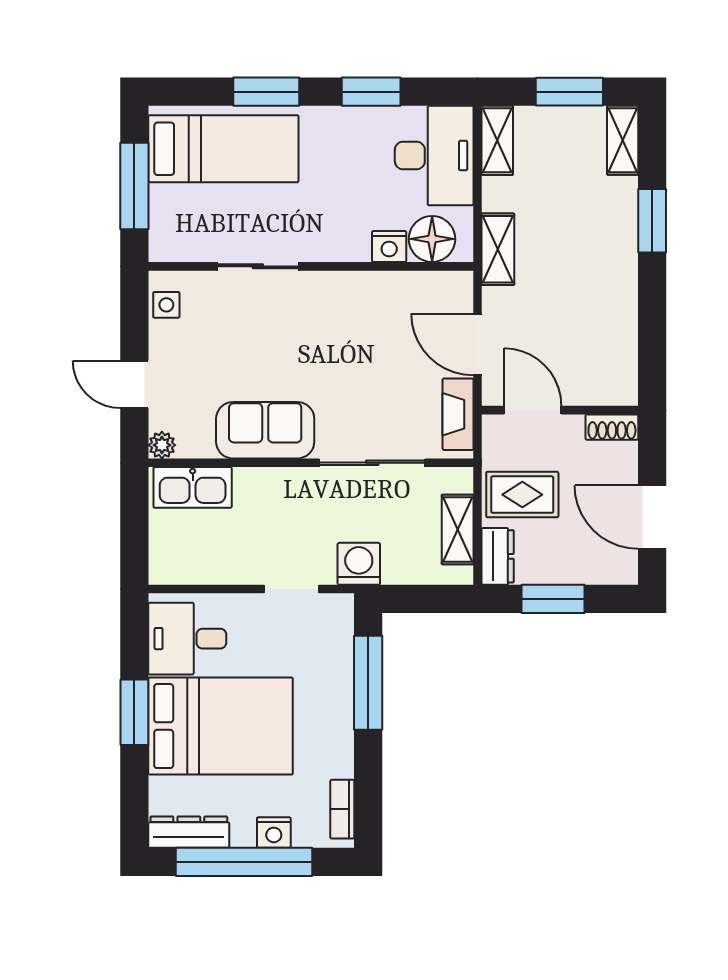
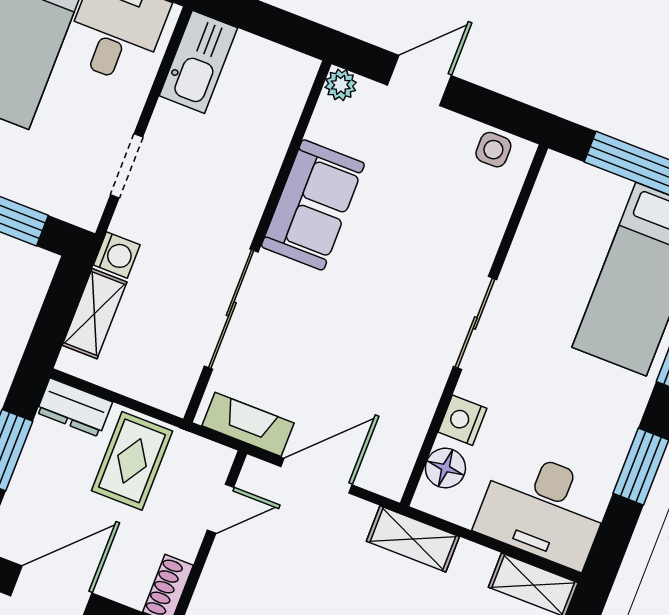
floor lamp: (432, 239) -> (445, 468), width x0.73, depth x0.73
sliding door: (258, 266) -> (475, 323), moved
door: (533, 410) -> (221, 509), width x0.73
kitchen sink: (193, 487) -> (198, 62), moved, turned 180
shelving: (458, 530) -> (95, 314), moved, turned 90
washing machine: (359, 564) -> (117, 255), width x0.73, depth x0.73

